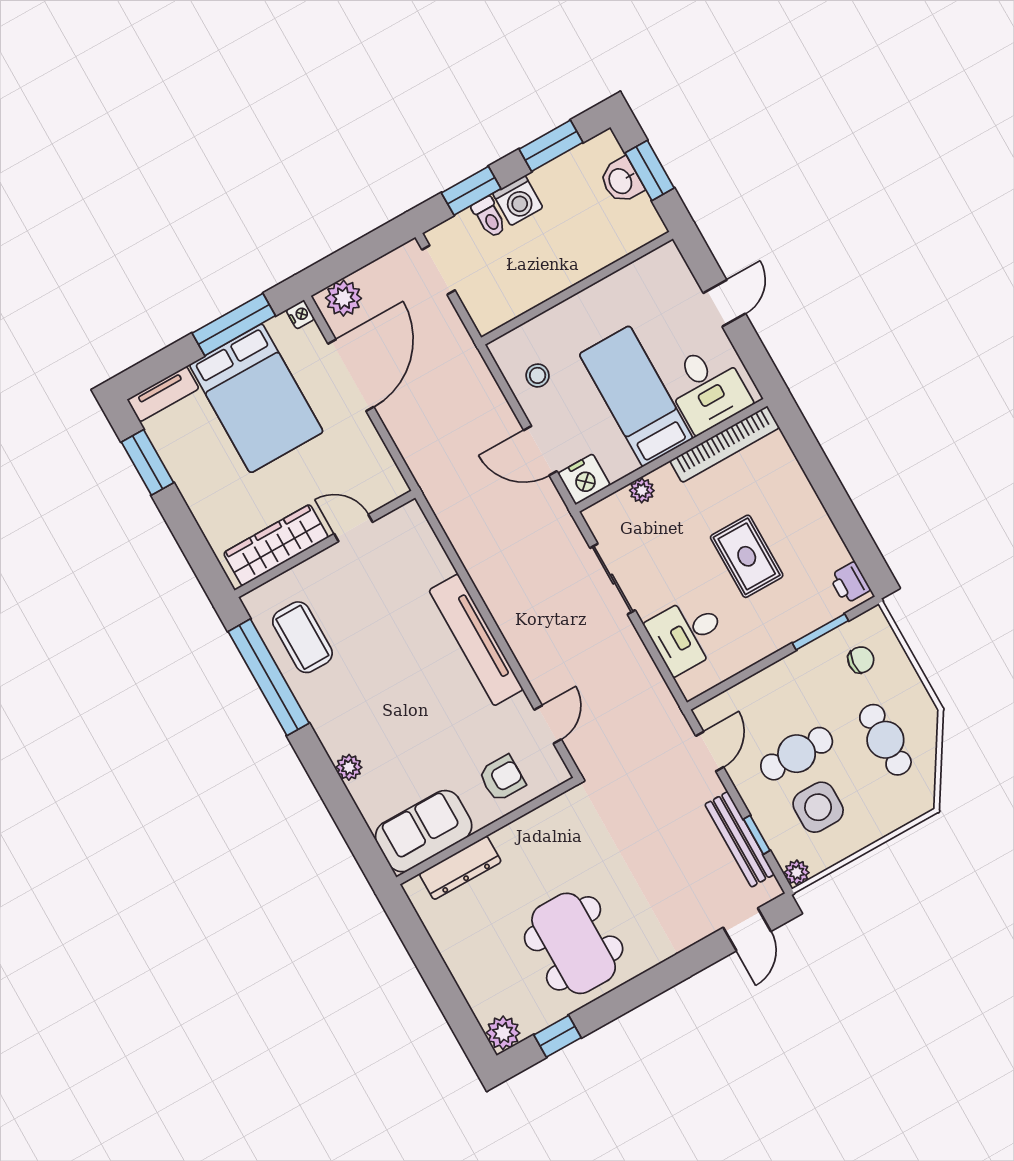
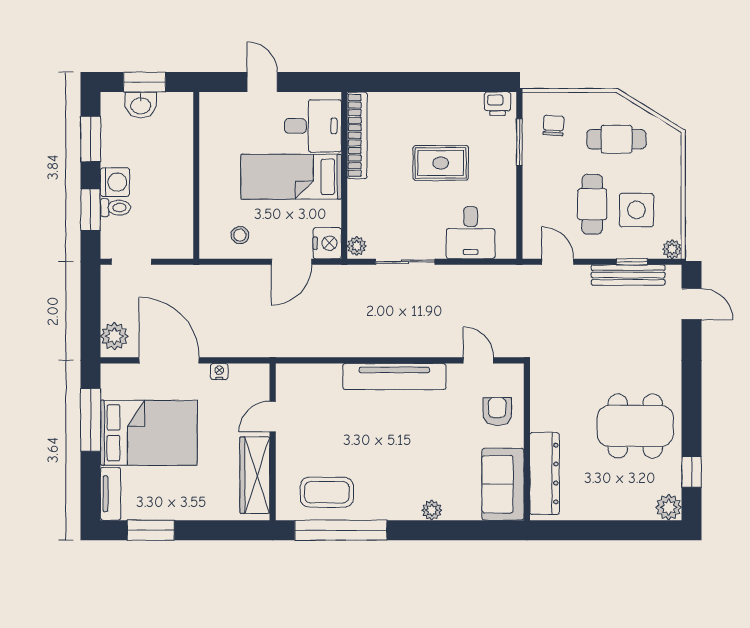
nightstand: (300, 315) -> (219, 372), moved
plant: (642, 491) -> (357, 246), moved
dresser: (460, 868) -> (544, 474), width x1.37, depth x1.24

